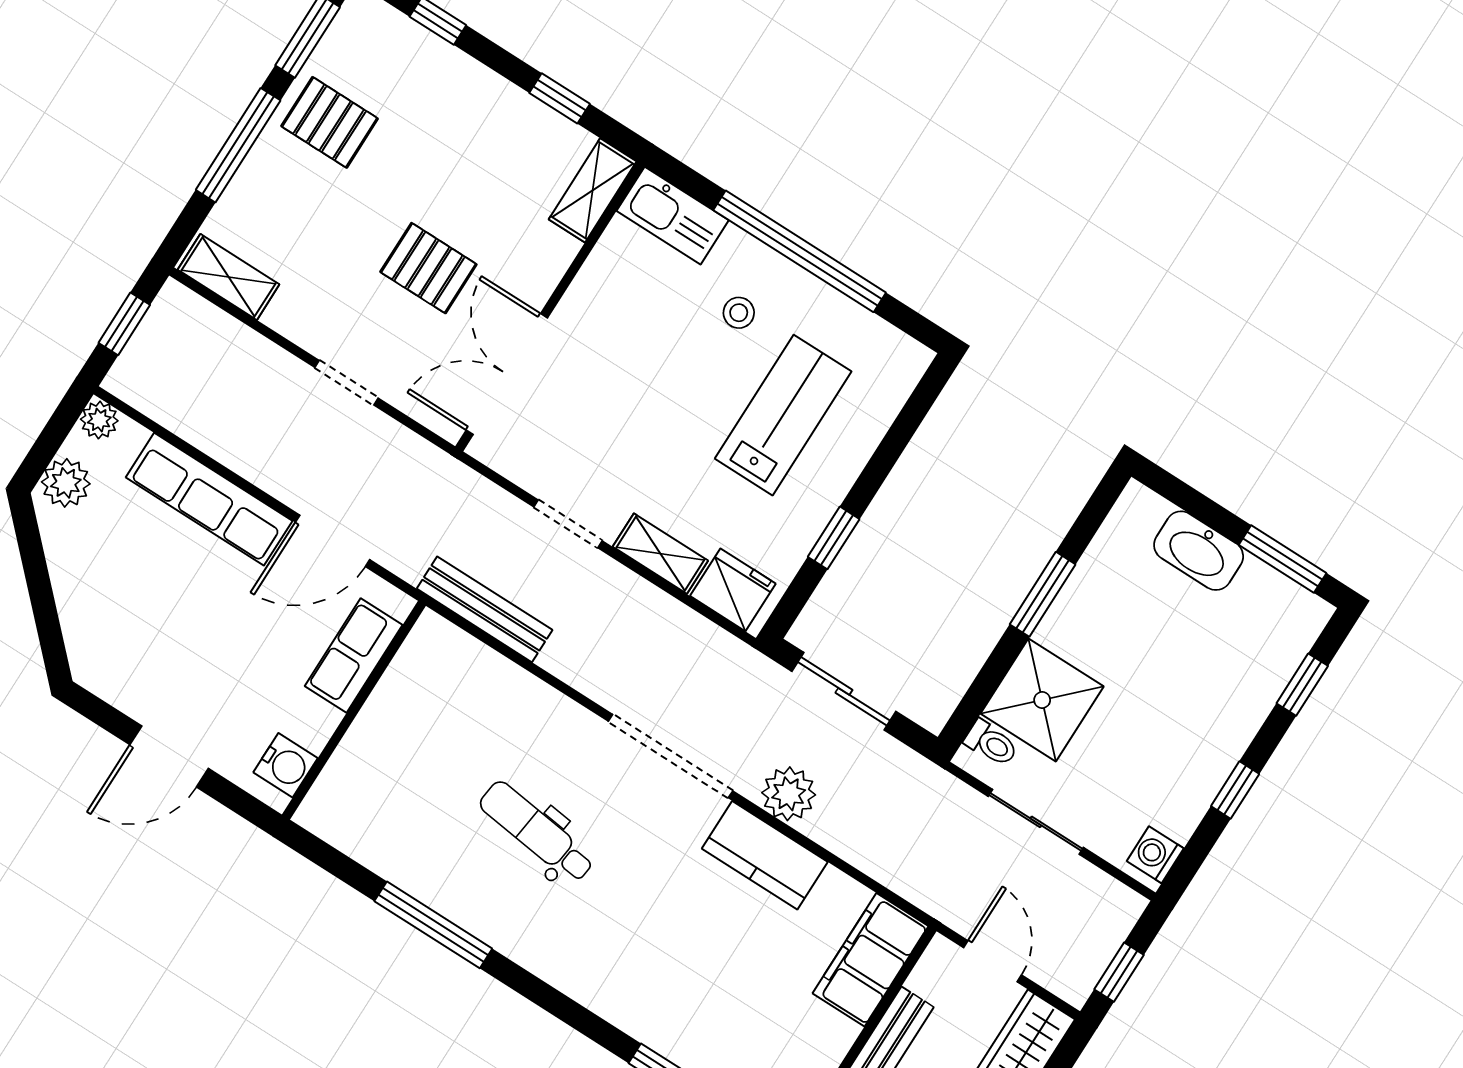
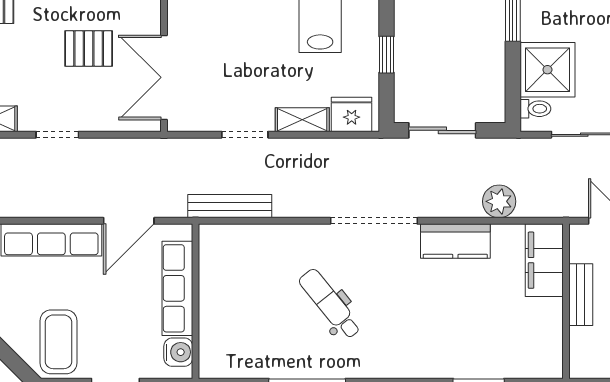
doorway: (347, 383) -> (57, 135), moved
coffee table: (129, 646) -> (58, 342), added
row of seats: (354, 655) -> (177, 288), width x1.48
plant: (789, 794) -> (499, 201), moved
dental chair: (537, 832) -> (330, 304), turned 44

